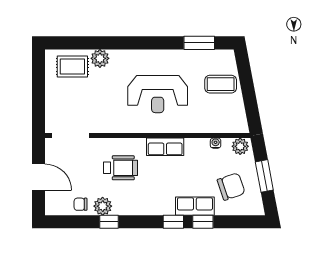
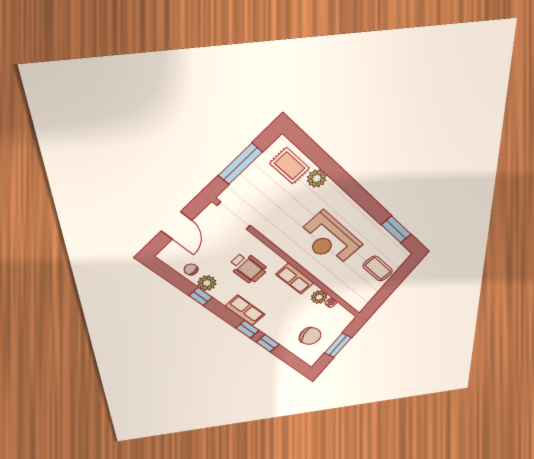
window: (39, 94) -> (240, 164), added
plant: (240, 146) -> (319, 297), moved
row of seats: (195, 206) -> (245, 310), moved

